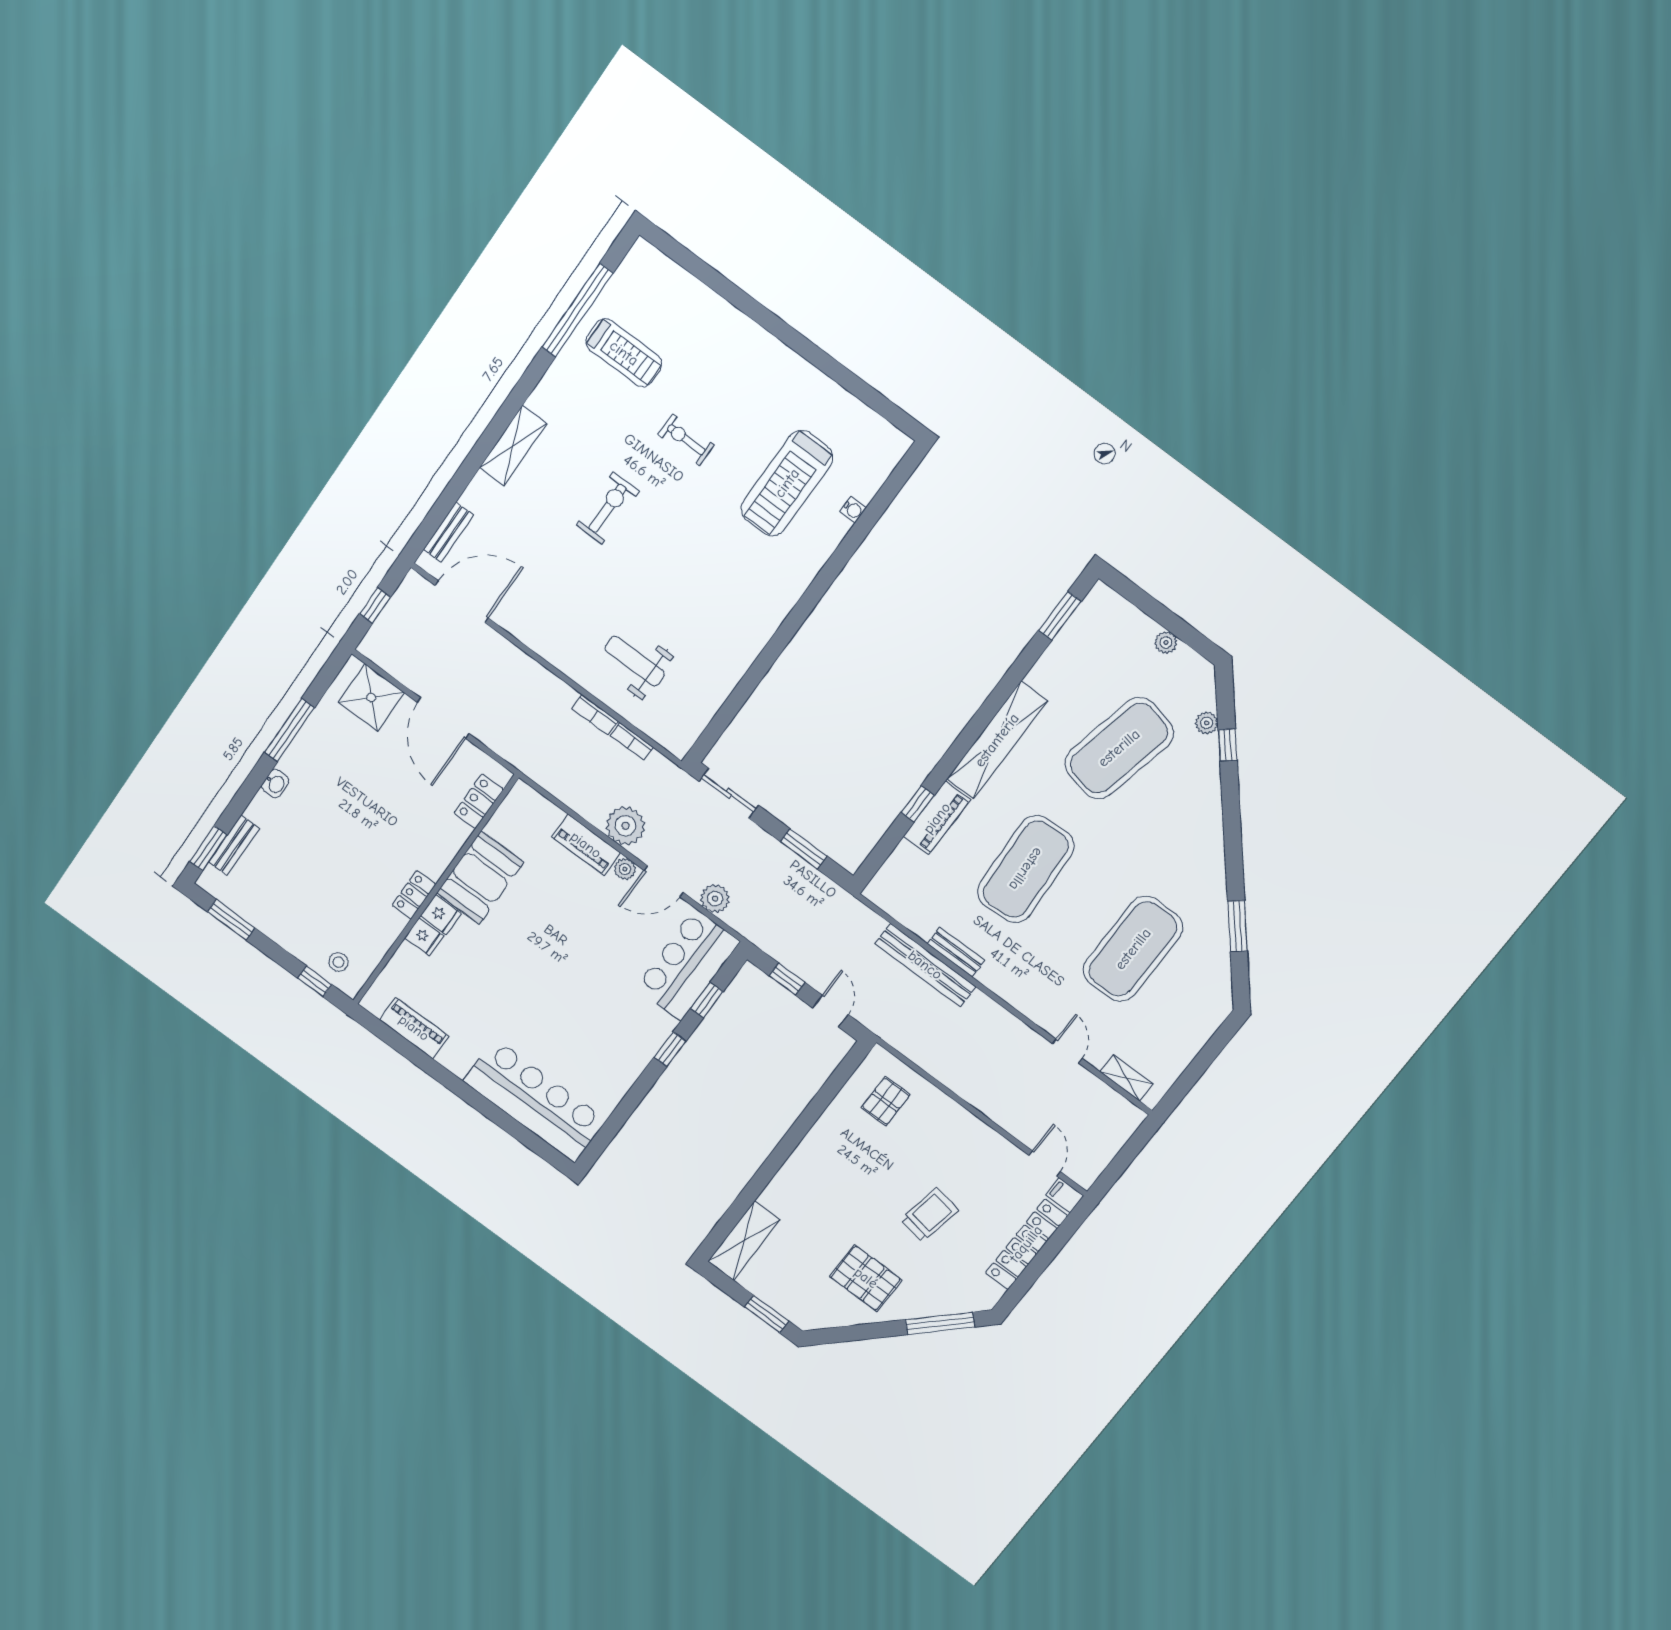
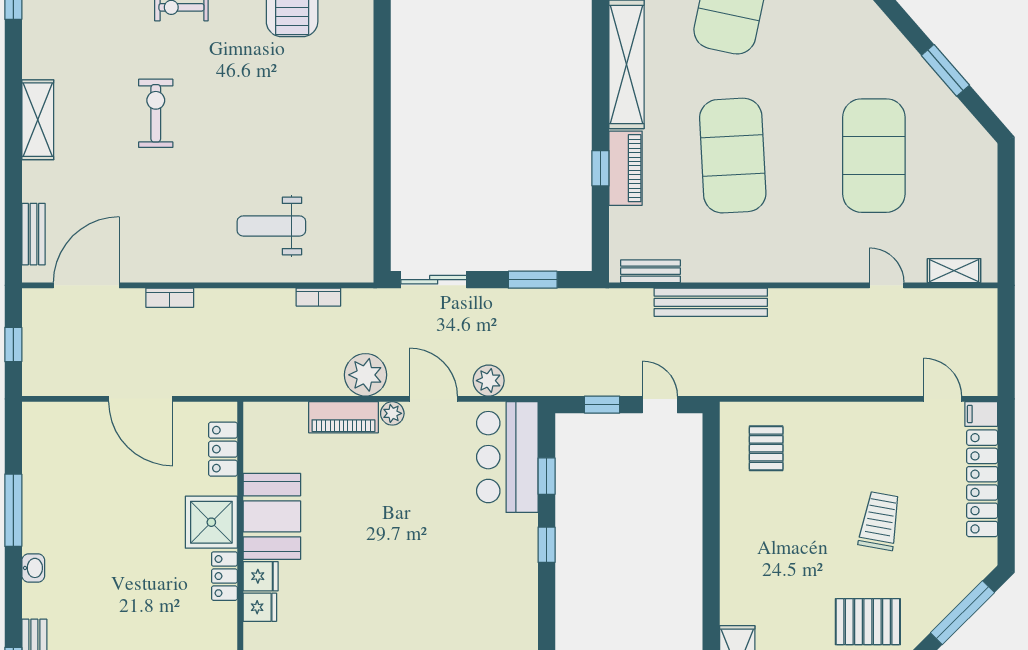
shower: (371, 698) -> (211, 522), moved
bookcase: (595, 715) -> (170, 298), moved
door: (664, 881) -> (433, 399), swing flipped
bench: (956, 952) -> (650, 271), moved

